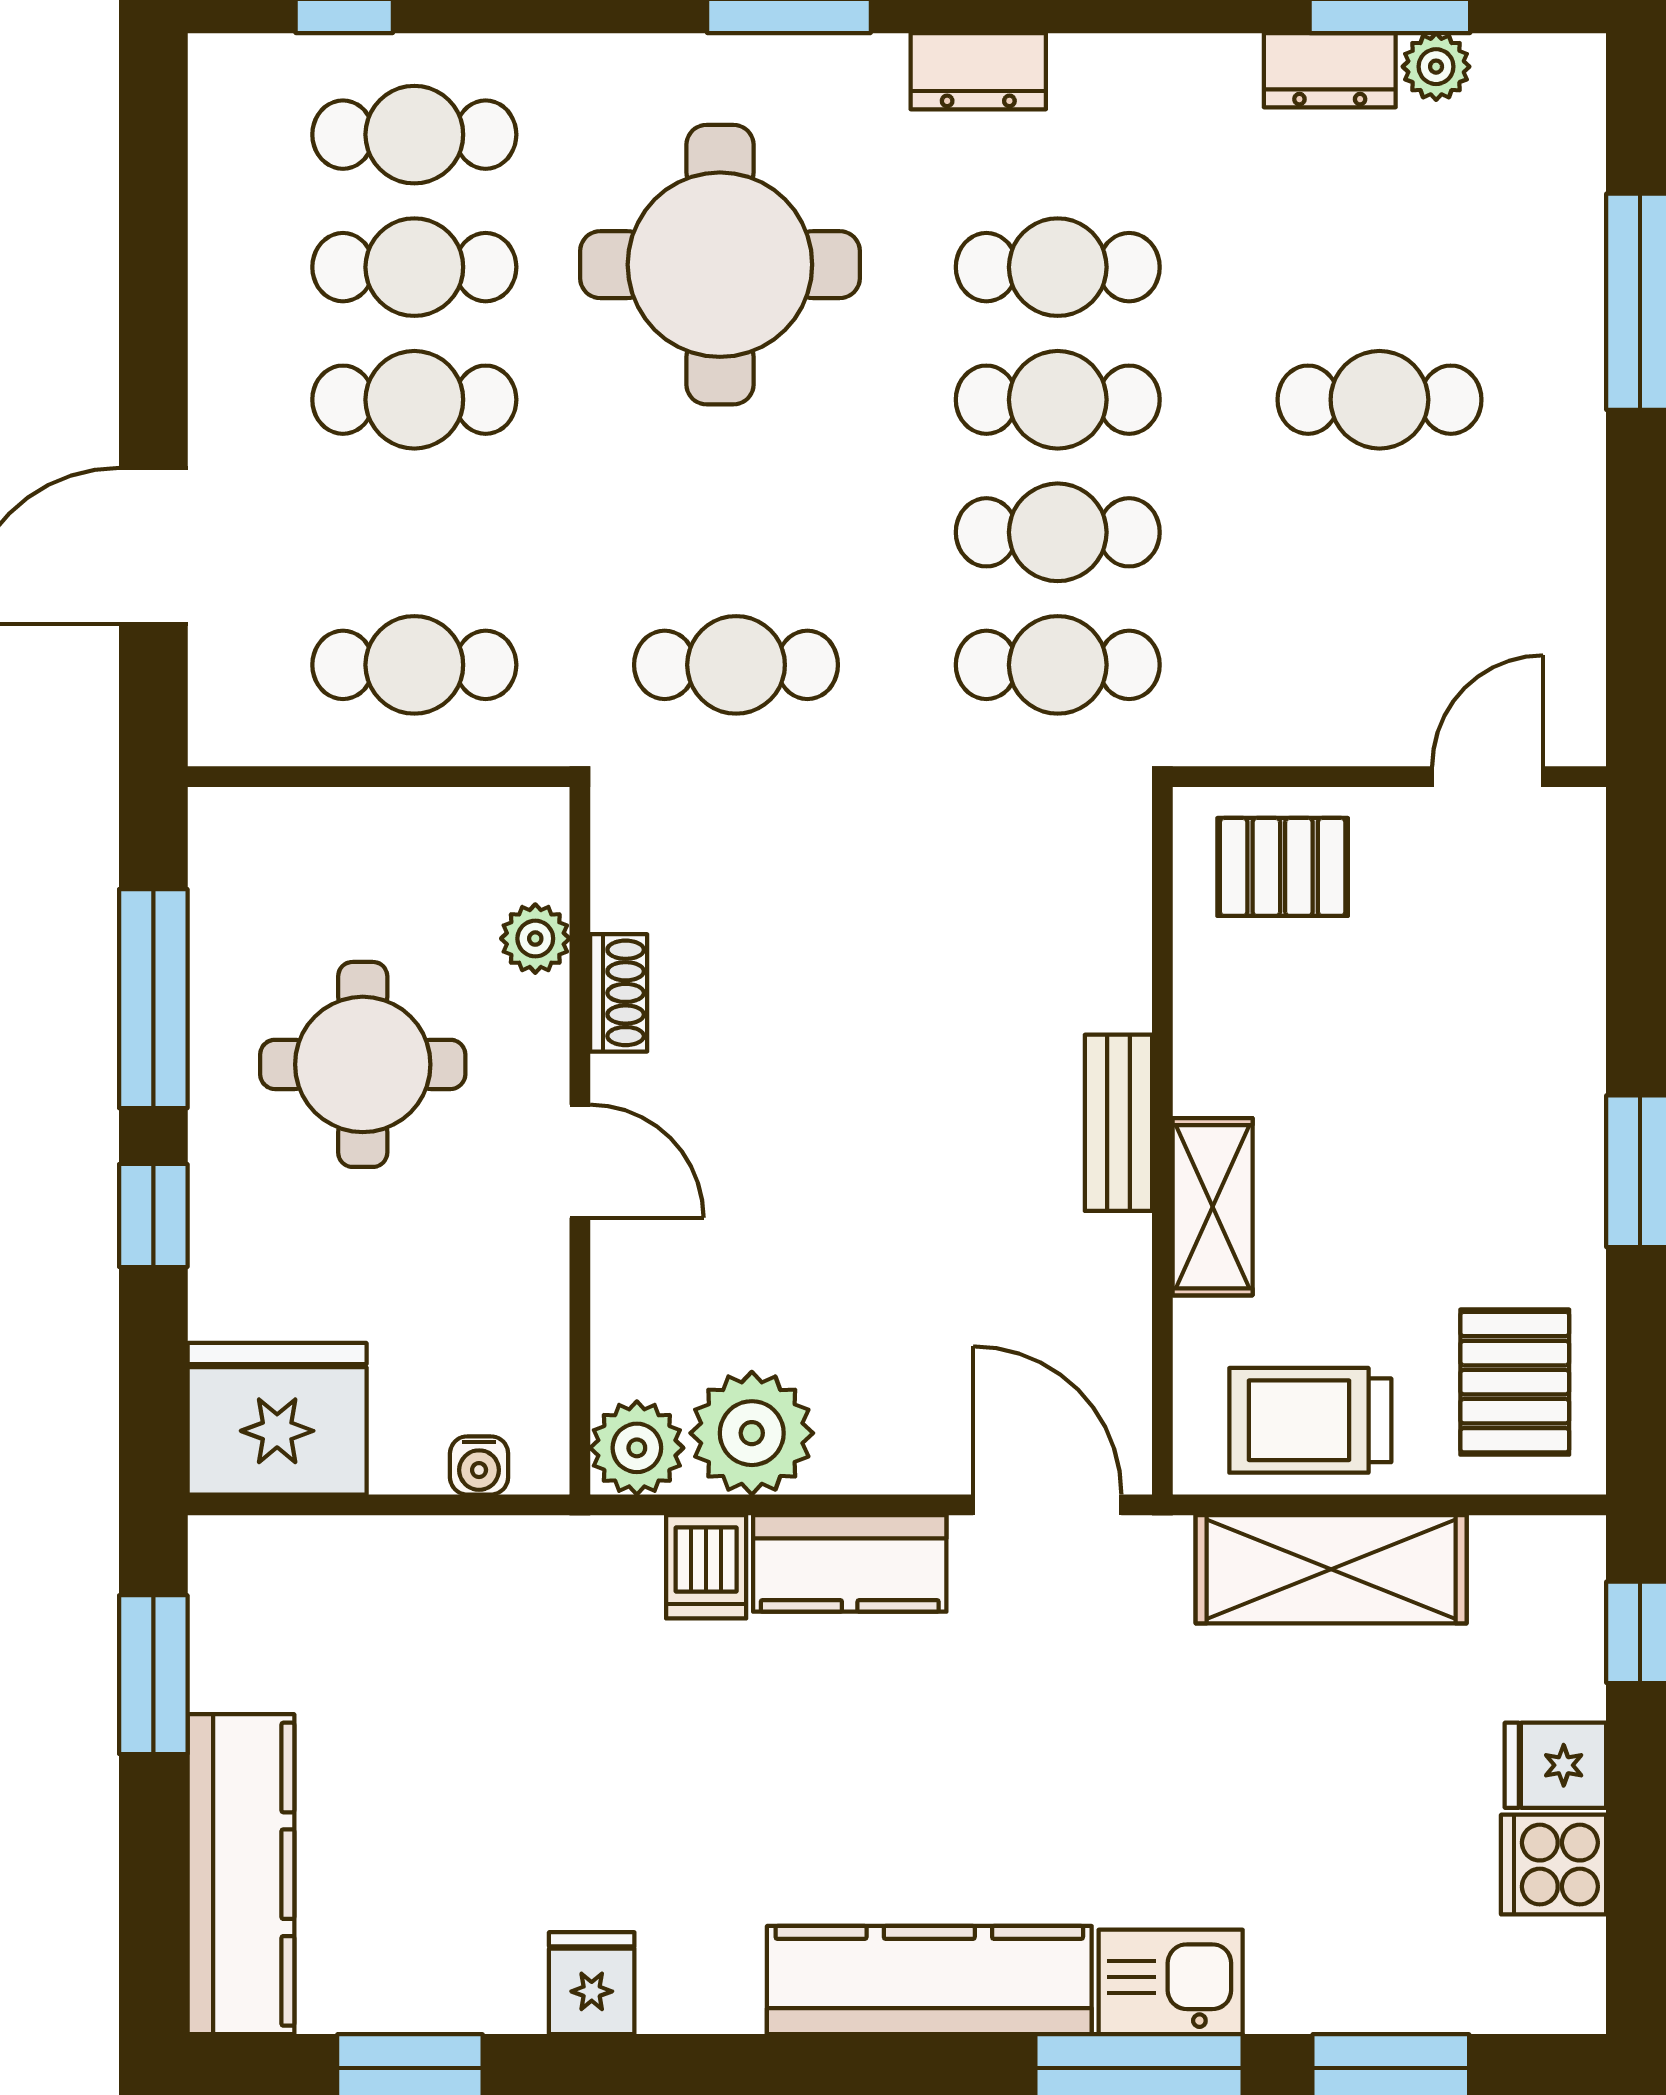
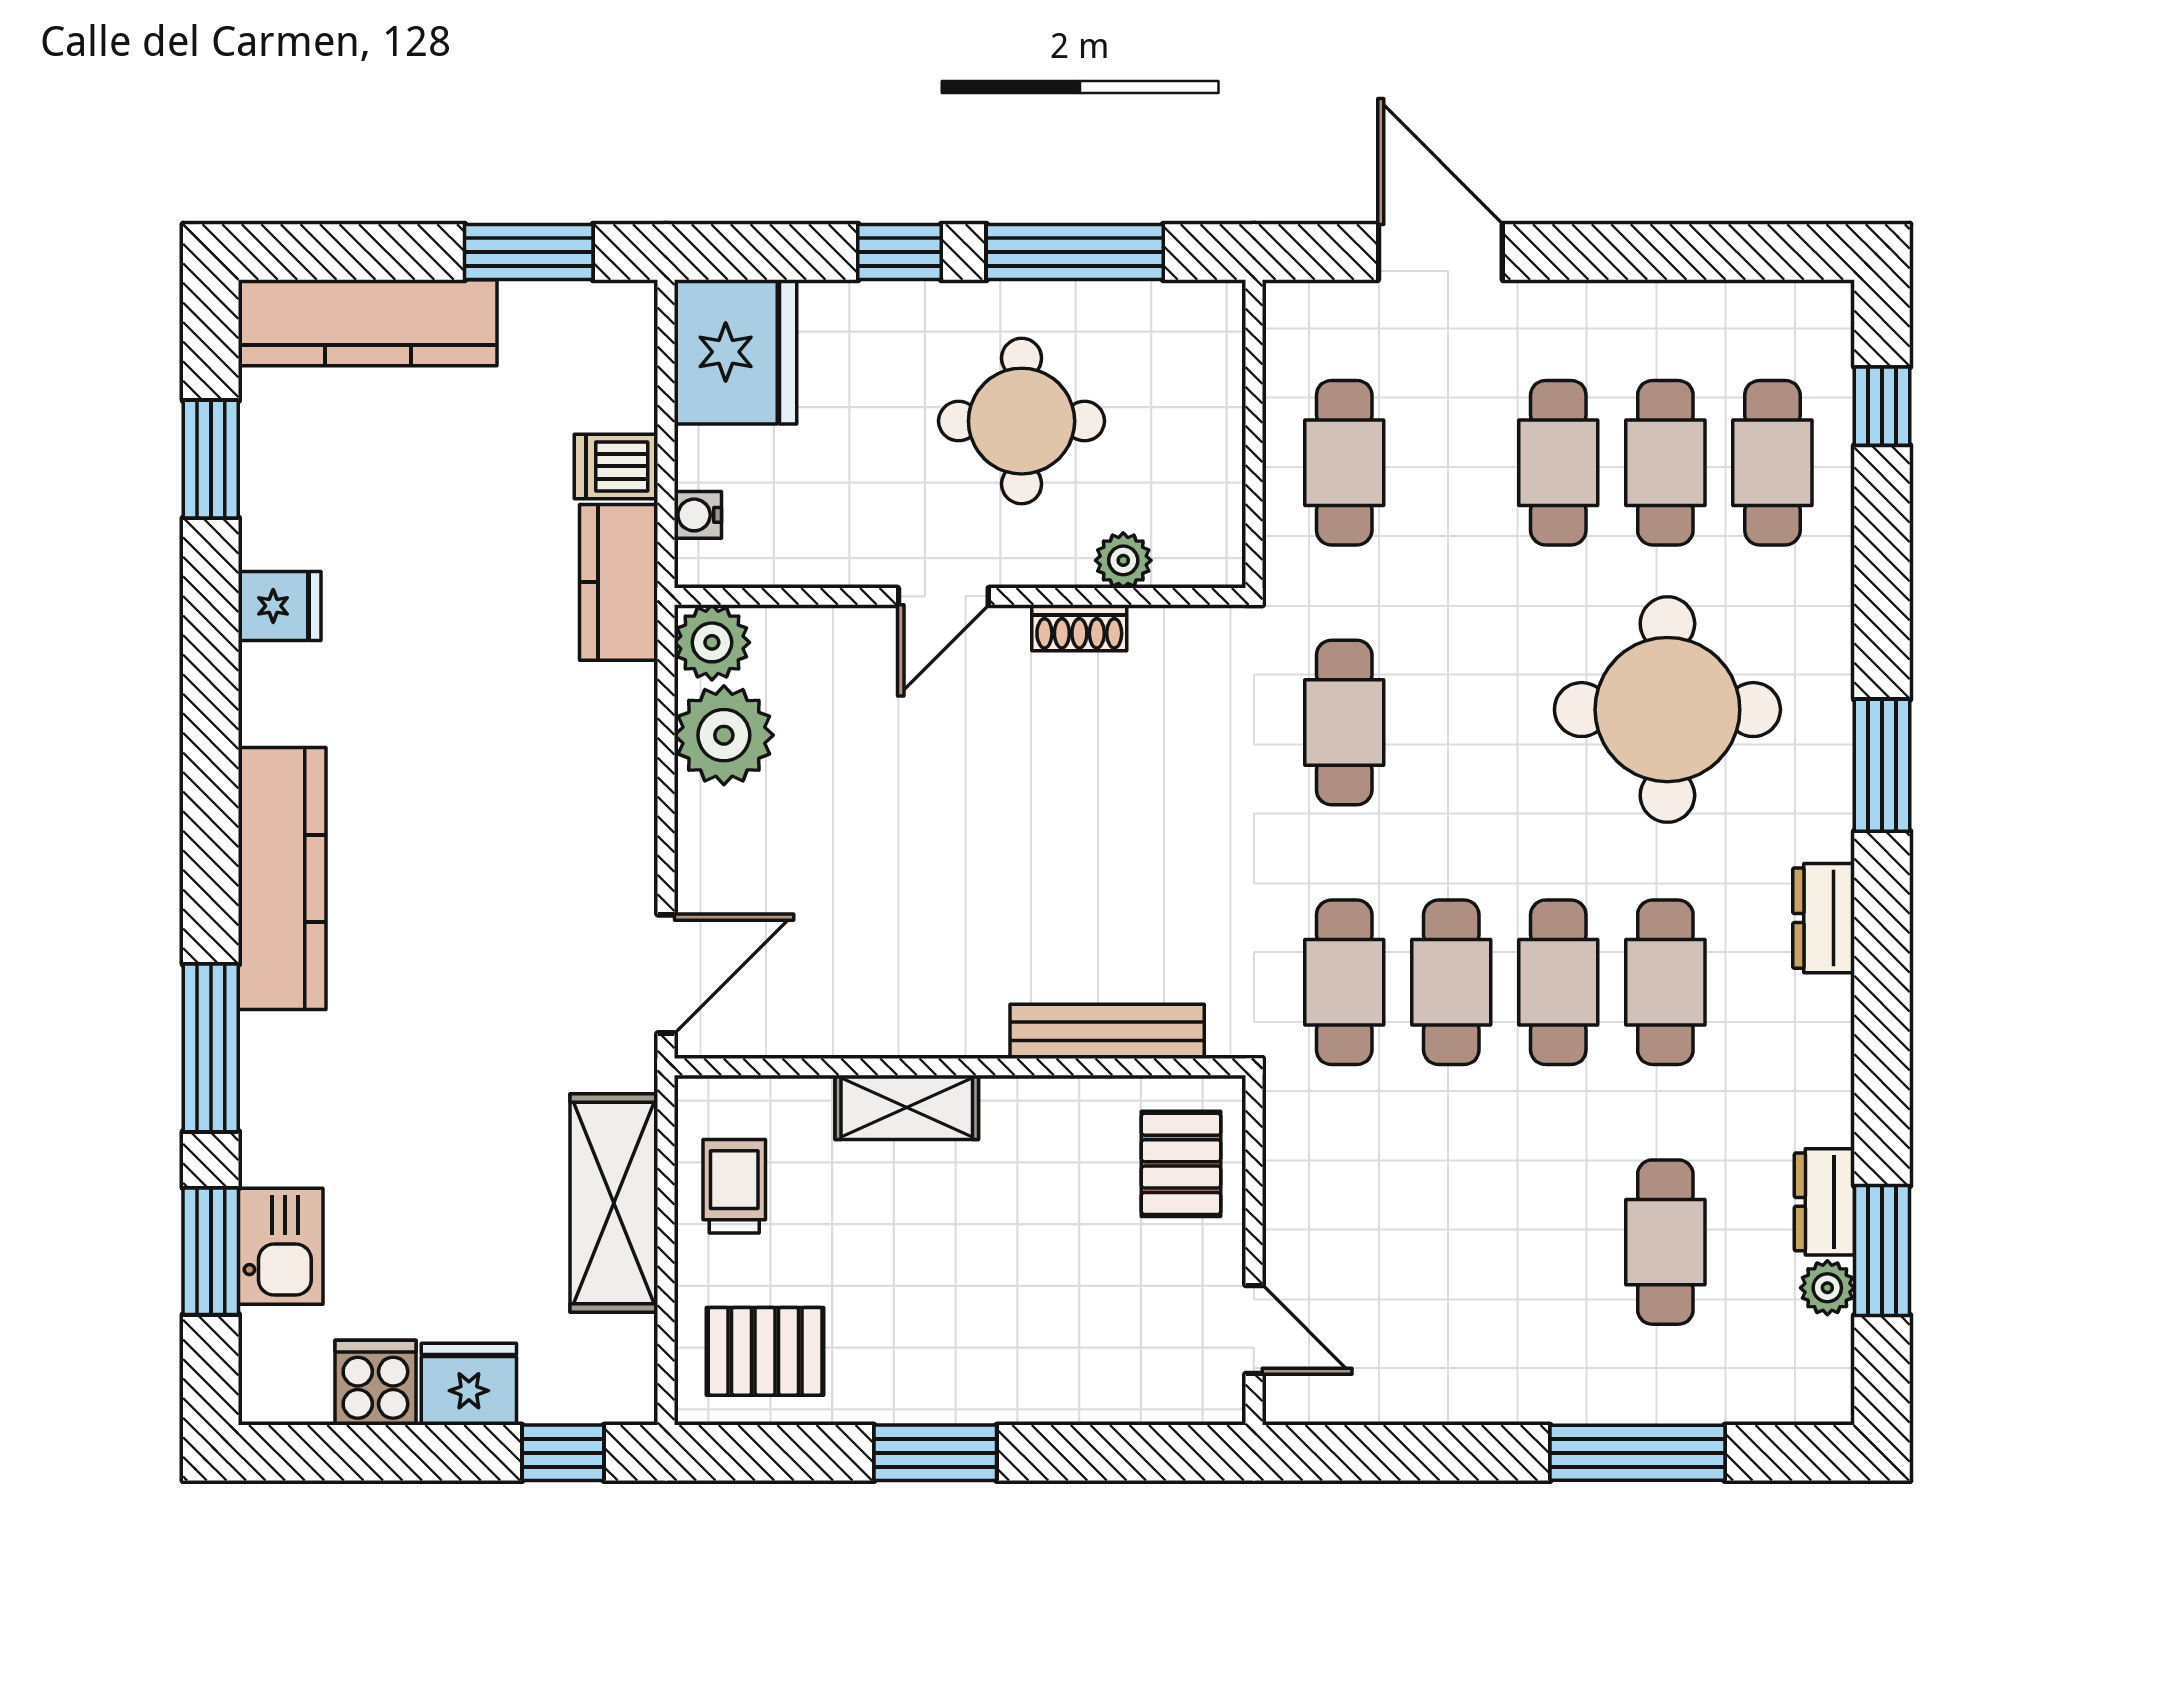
cafe table: (1379, 400) -> (1665, 1242), moved
bench: (1119, 1123) -> (1107, 1031), moved, width x1.36
trolley: (1310, 1420) -> (734, 1186), width x0.73, depth x0.72
kitchen counter: (850, 1563) -> (619, 582), moved
dishwasher: (706, 1567) -> (616, 466), moved
fridge: (1555, 1765) -> (469, 1384), width x1.38
kitchen sink: (1171, 1982) -> (281, 1246), moved

